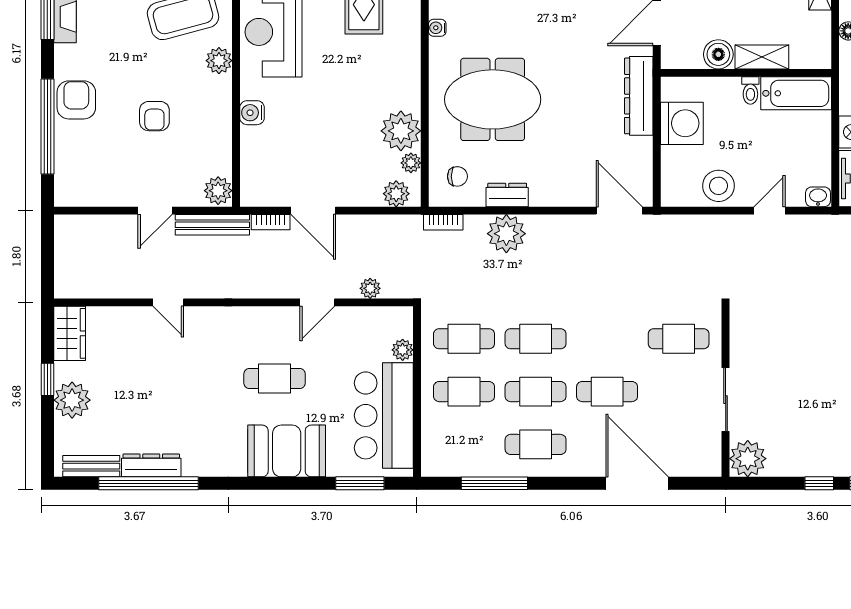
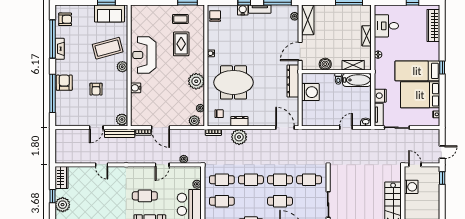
shelving: (762, 57) -> (353, 65), moved
plant: (401, 131) -> (196, 81), moved
stool: (719, 186) -> (325, 118), removed
cafe table: (536, 392) -> (280, 180), moved

